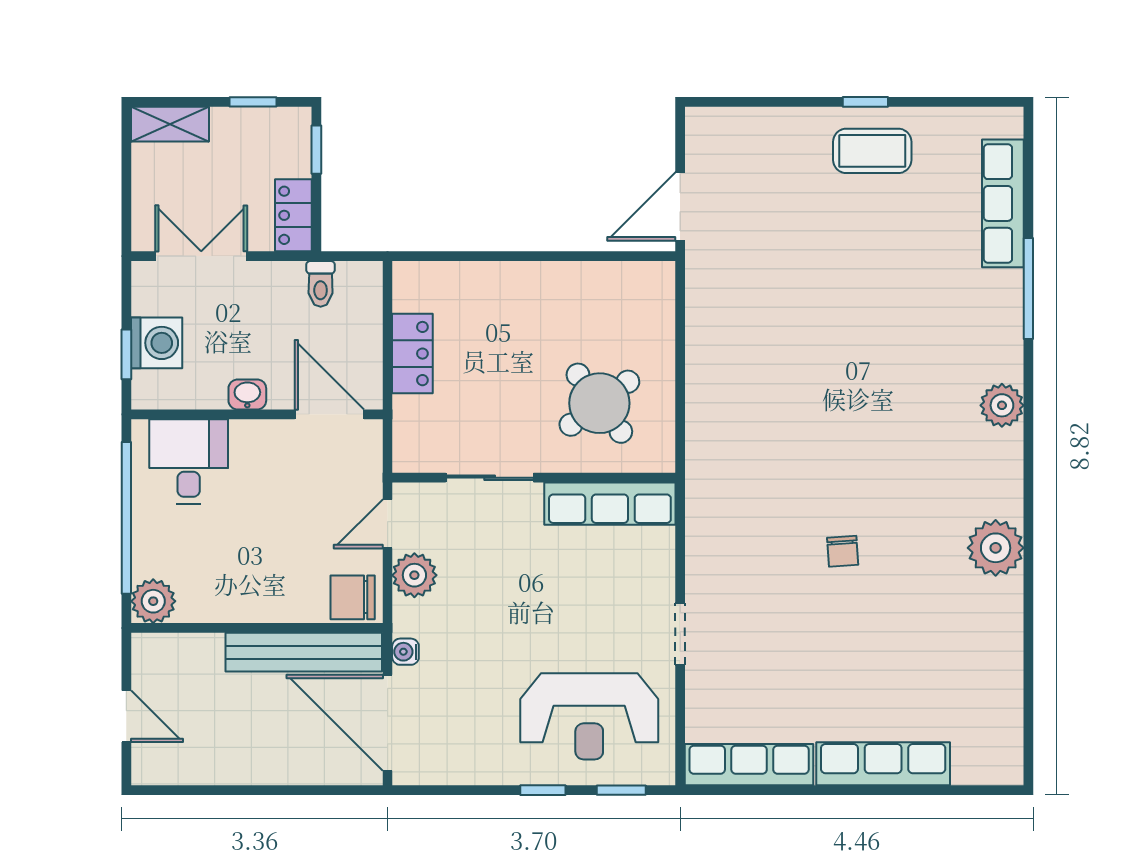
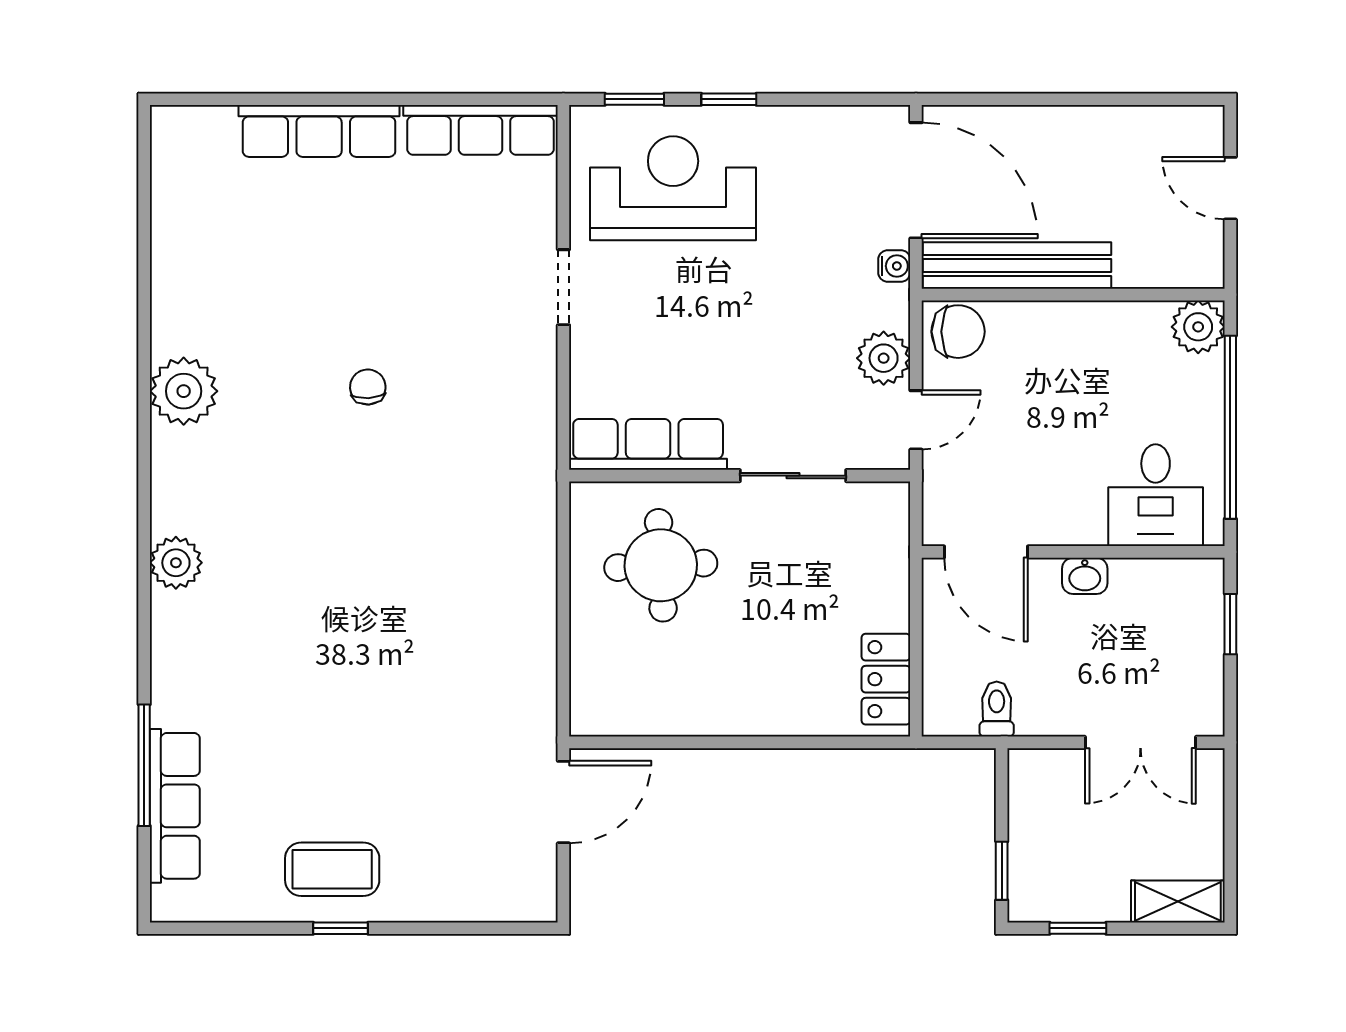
locker: (293, 215) -> (1029, 792), removed
window: (1028, 289) -> (144, 765), moved
washing machine: (157, 343) -> (1194, 638), removed
locker: (412, 354) -> (886, 679), moved
round table: (599, 403) -> (661, 565), turned 34

